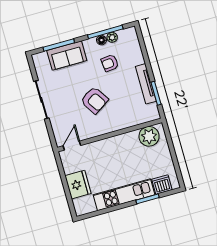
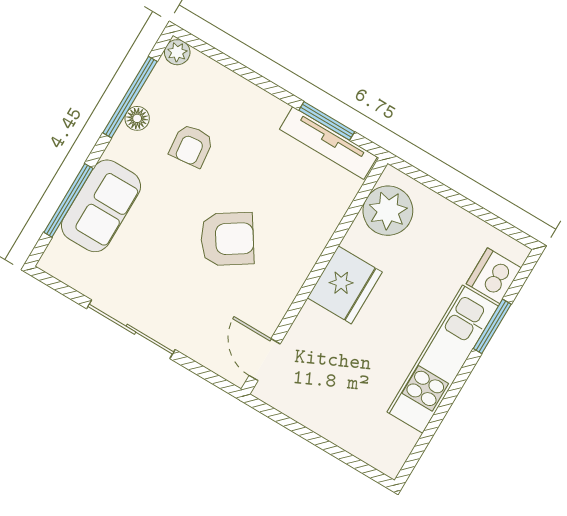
plant: (112, 37) -> (177, 52), moved
tv unit: (146, 84) -> (328, 143), moved
fridge: (78, 185) -> (345, 285), moved, turned 90

